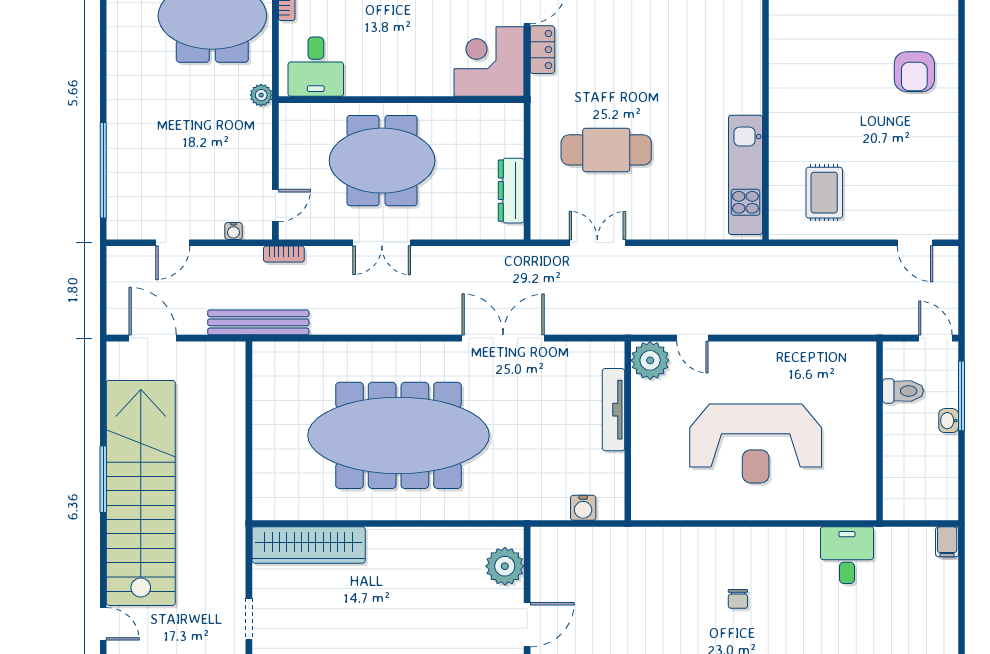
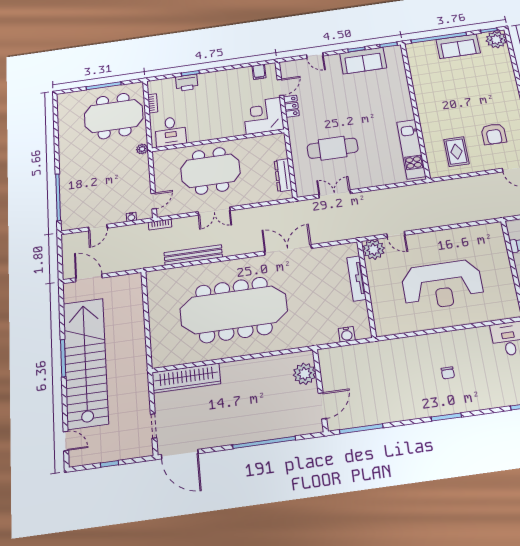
armchair: (914, 72) -> (494, 134), moved
bench: (258, 322) -> (193, 255), moved

